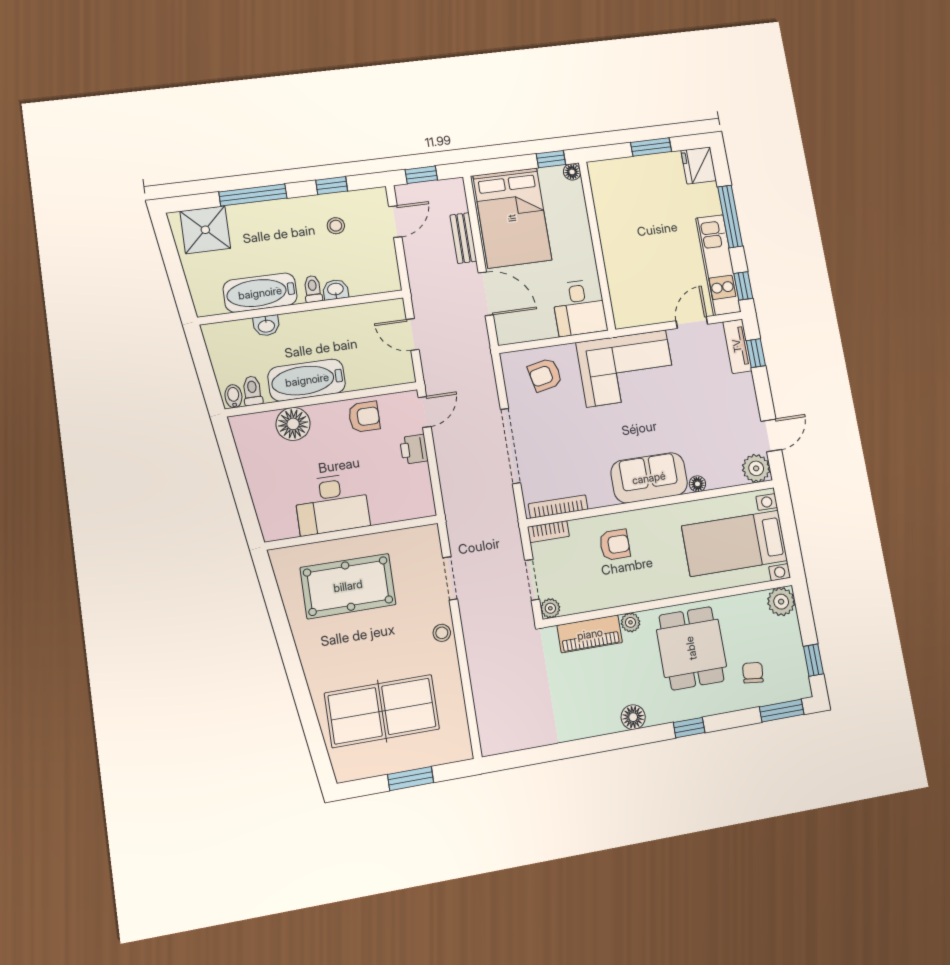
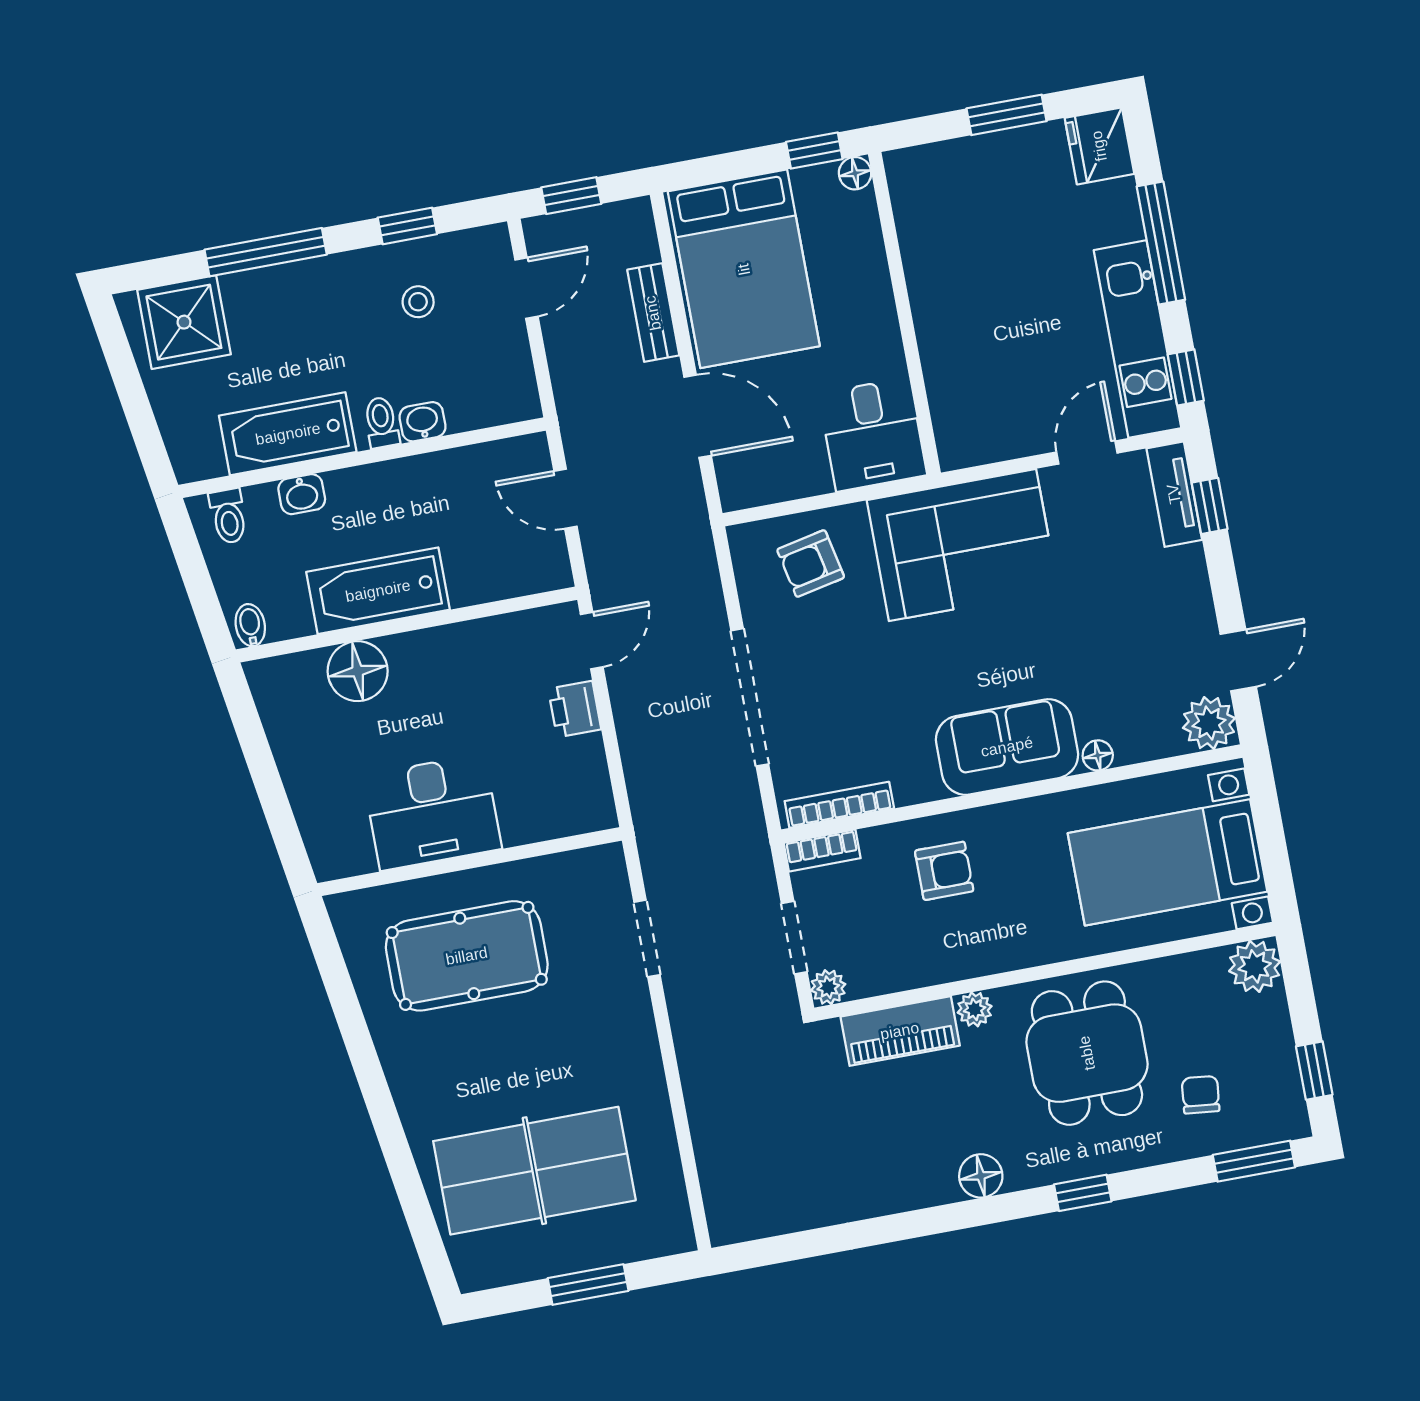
toilet: (252, 391) -> (228, 516), moved, turned 180
armchair: (364, 417) -> (483, 654), removed
stool: (442, 633) -> (635, 1034), removed

